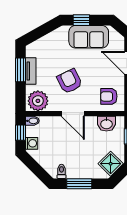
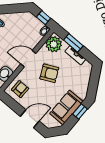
window: (20, 70) -> (73, 43), moved
washing machine: (32, 143) -> (31, 19), removed

